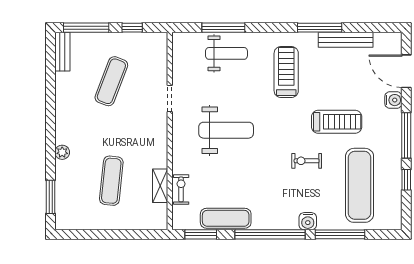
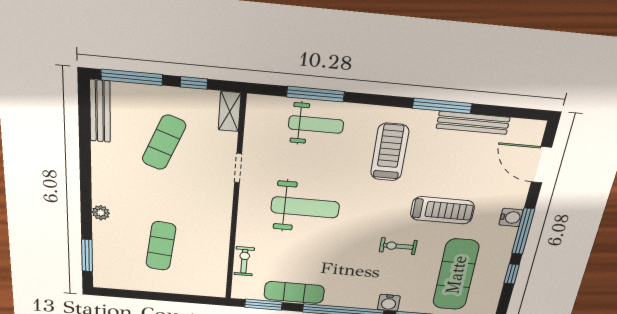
bench: (62, 52) -> (100, 111), width x1.36
water cooler: (393, 100) -> (511, 217), moved
shelving: (160, 186) -> (230, 111), moved

